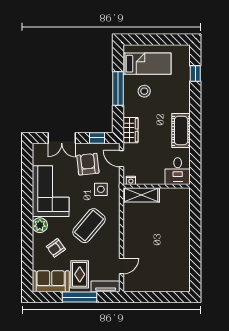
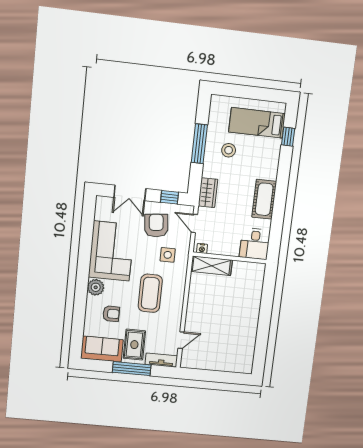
bed: (147, 64) -> (257, 123), moved, turned 180
coffee table: (89, 226) -> (150, 293), turned -40
armchair: (56, 248) -> (111, 314), turned -144

